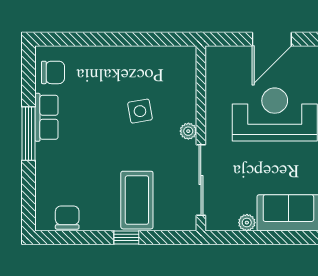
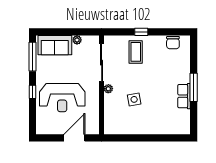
door: (272, 39) -> (74, 138), moved
chair: (53, 72) -> (181, 120), removed
coffee table: (137, 200) -> (136, 52), width x0.73, depth x0.76

